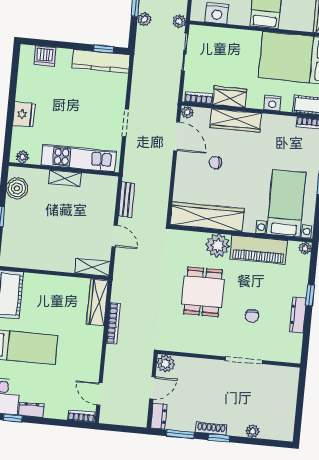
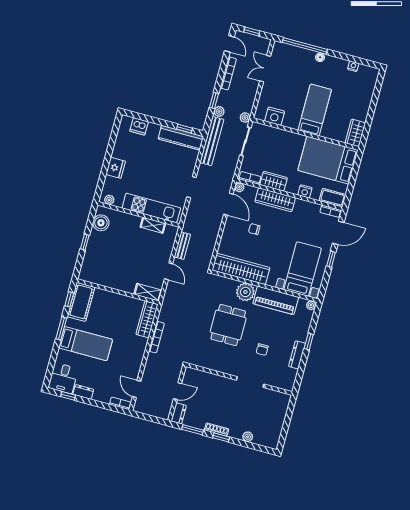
bench: (142, 59) -> (212, 141), added
shelving: (65, 178) -> (153, 225), moved
plant: (166, 364) -> (191, 374), removed

